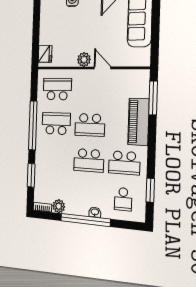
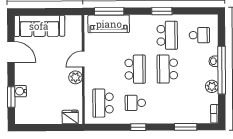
piano: (138, 122) -> (109, 24), moved
school desk: (56, 124) -> (135, 103), width x0.54
window: (33, 125) -> (138, 127), width x0.32
school desk: (89, 160) -> (167, 69), turned 180
window: (150, 190) -> (162, 11), moved
plant: (59, 206) -> (212, 86), moved

